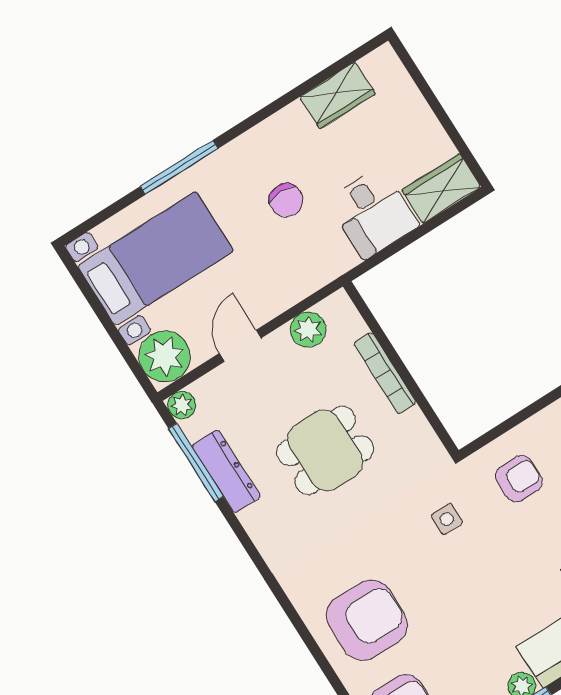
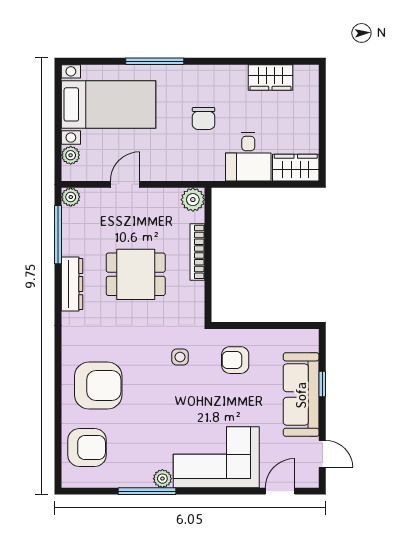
plant: (308, 330) -> (193, 200), moved
plant: (165, 356) -> (71, 155), width x0.53, depth x0.53
dresser: (226, 471) -> (72, 284), moved
armchair: (519, 479) -> (235, 360), turned 180

